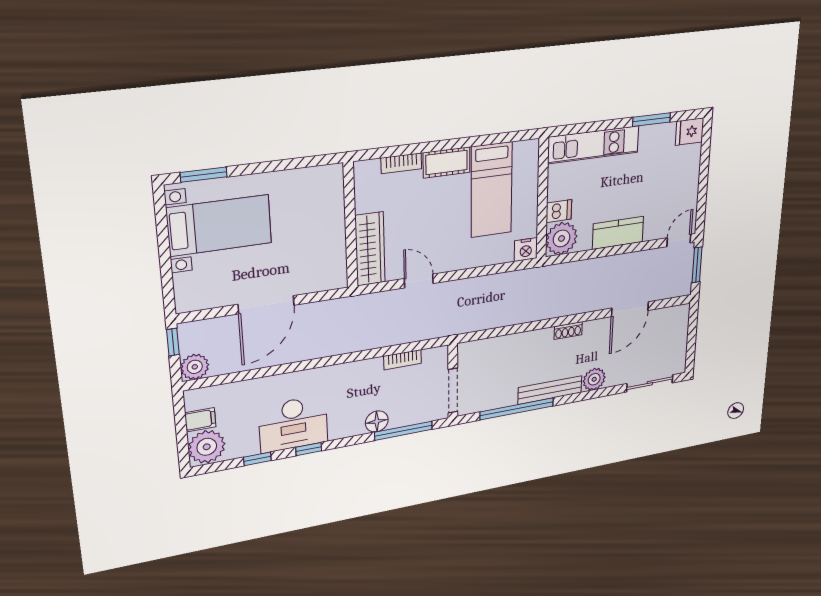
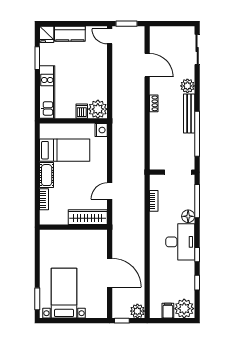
kitchen counter: (618, 233) -> (70, 34), moved, turned -90
desk: (293, 424) -> (180, 242), moved

